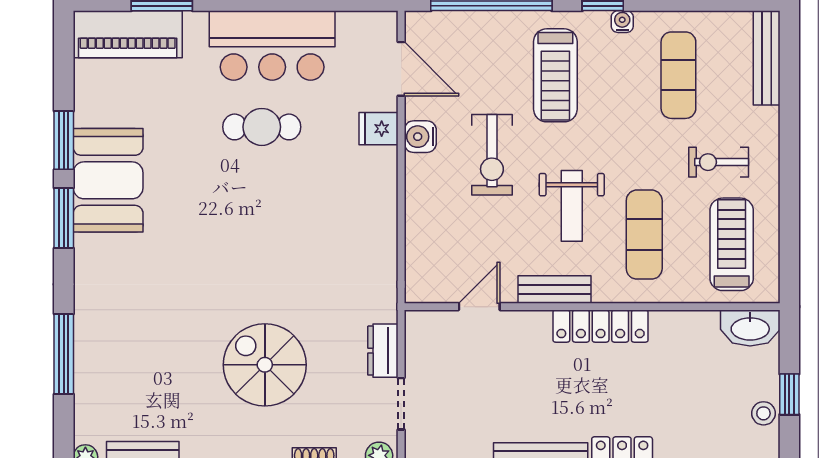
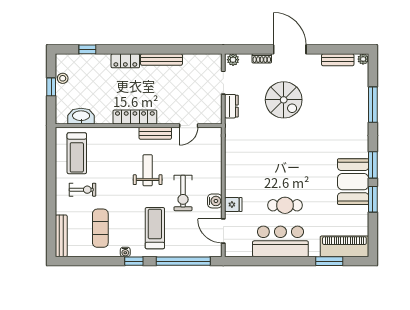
exercise bike: (492, 155) -> (183, 193), turned 180
exercise mat: (644, 235) -> (116, 158), removed
washbasin: (750, 328) -> (81, 116), moved

